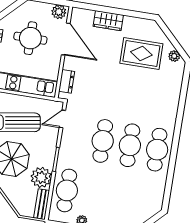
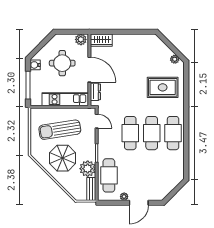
wardrobe: (108, 21) -> (101, 40), moved
door: (66, 39) -> (89, 70), moved
rug: (141, 53) -> (163, 87), moved
door: (62, 119) -> (97, 121), swing flipped

